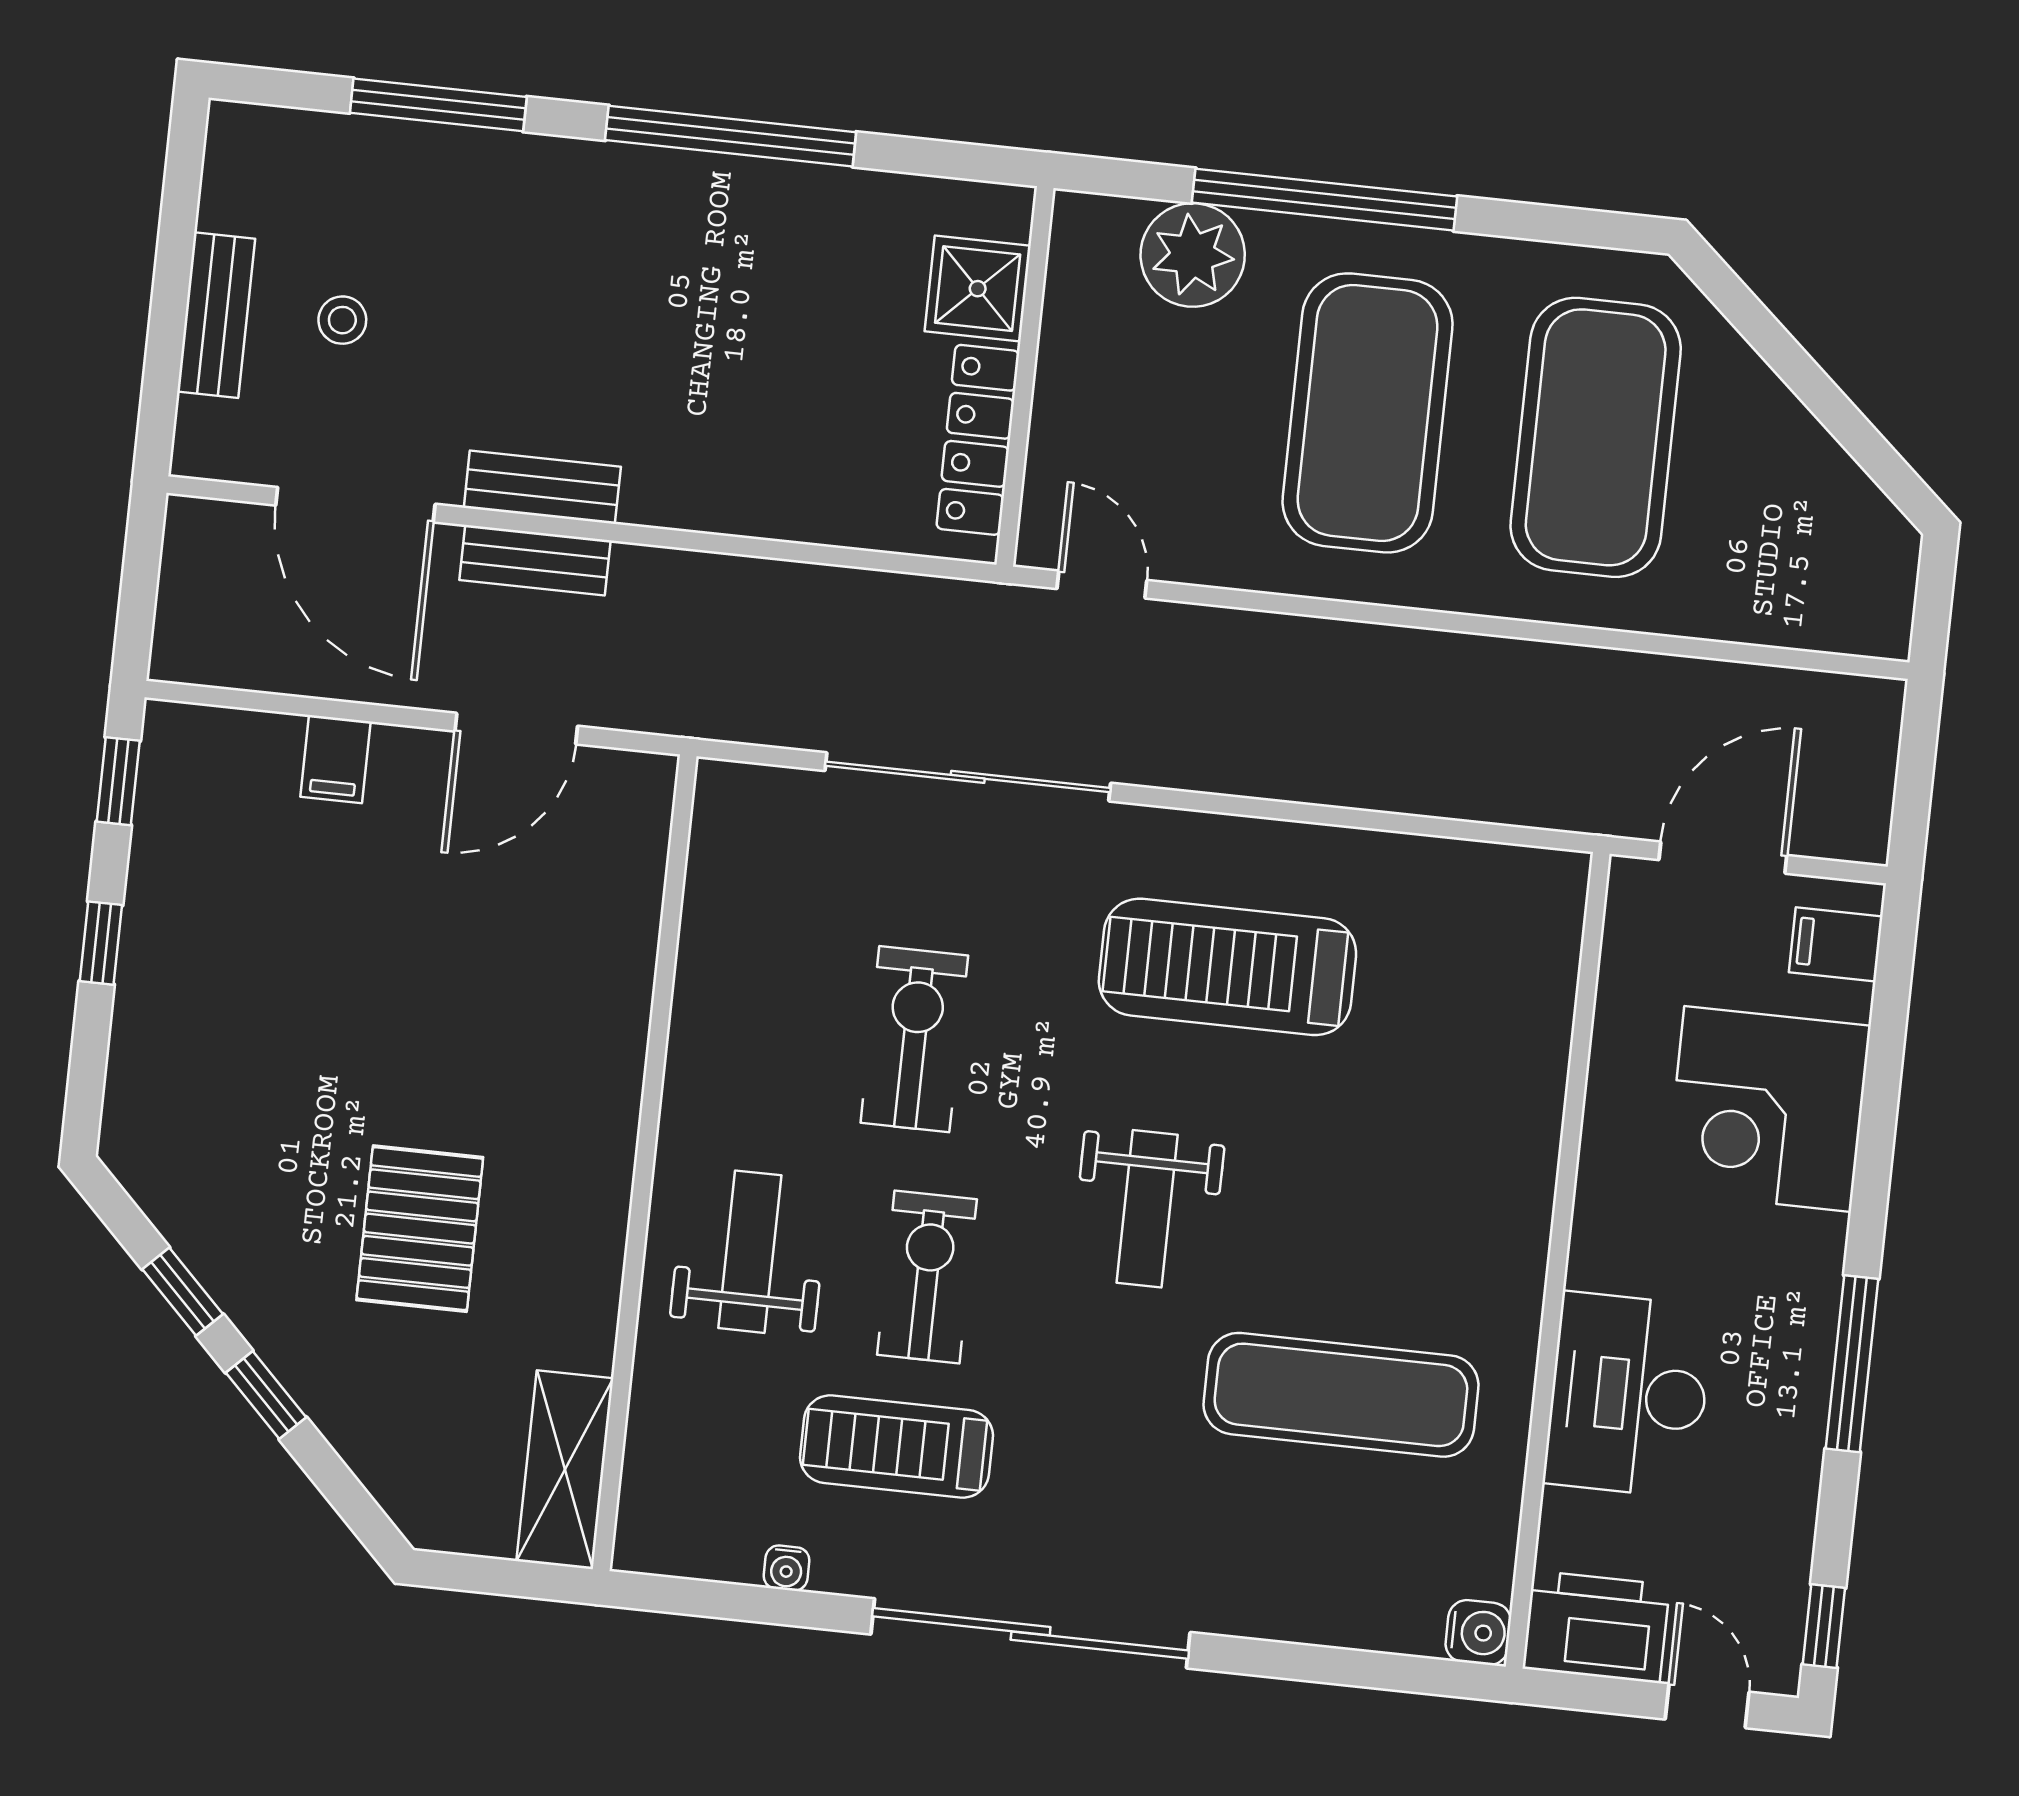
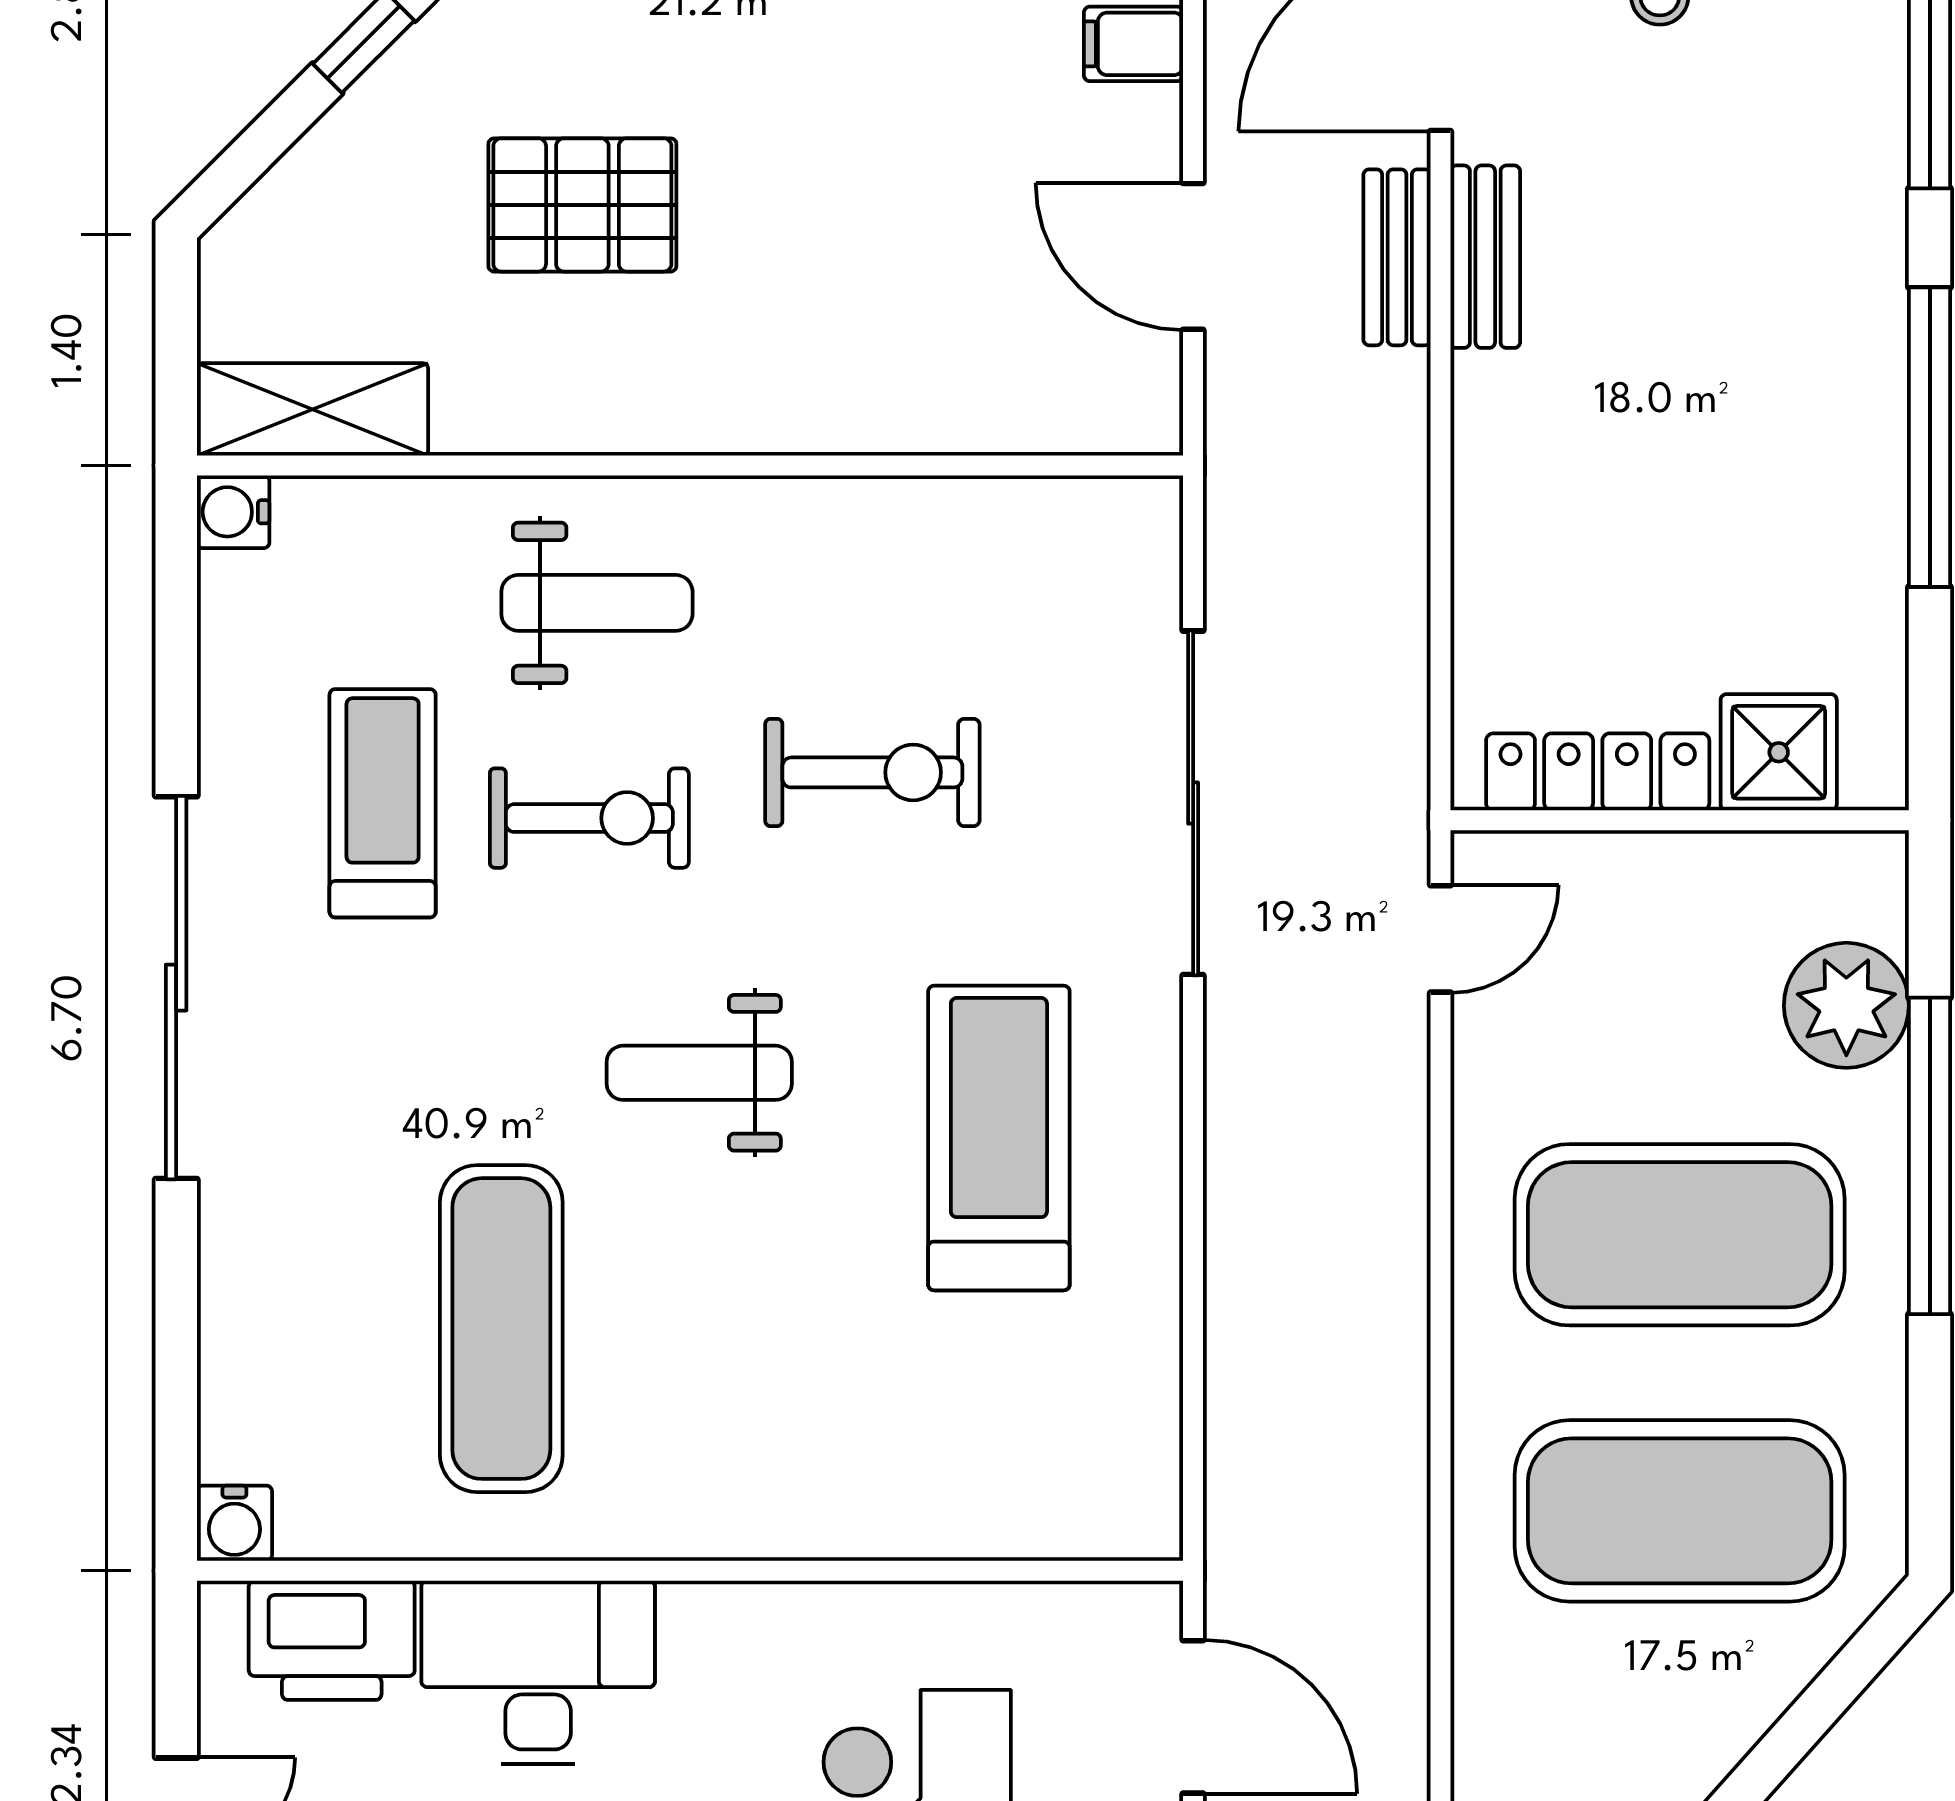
water cooler: (787, 1568) -> (233, 512), moved, width x1.38, depth x1.38
printer: (1596, 1627) -> (332, 1640), moved, turned 90

